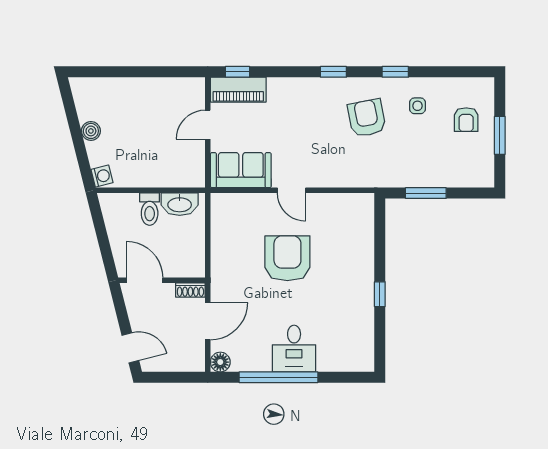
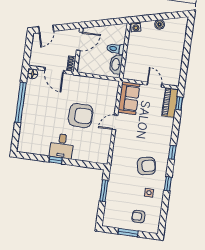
desk: (294, 349) -> (62, 146), moved, turned -90

